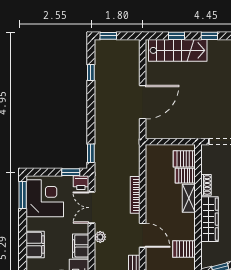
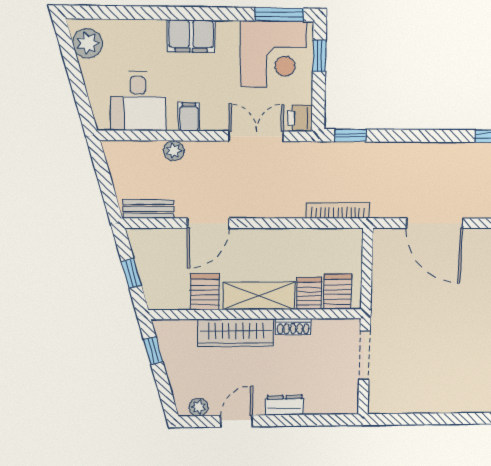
window: (71, 172) -> (319, 56), moved
bookcase: (135, 195) -> (338, 211), moved
shelving: (189, 198) -> (259, 296), width x1.50, depth x1.33
plant: (100, 237) -> (174, 151), moved
filing cabinet: (81, 246) -> (189, 117), width x0.50
server rack: (184, 249) -> (205, 292), moved

